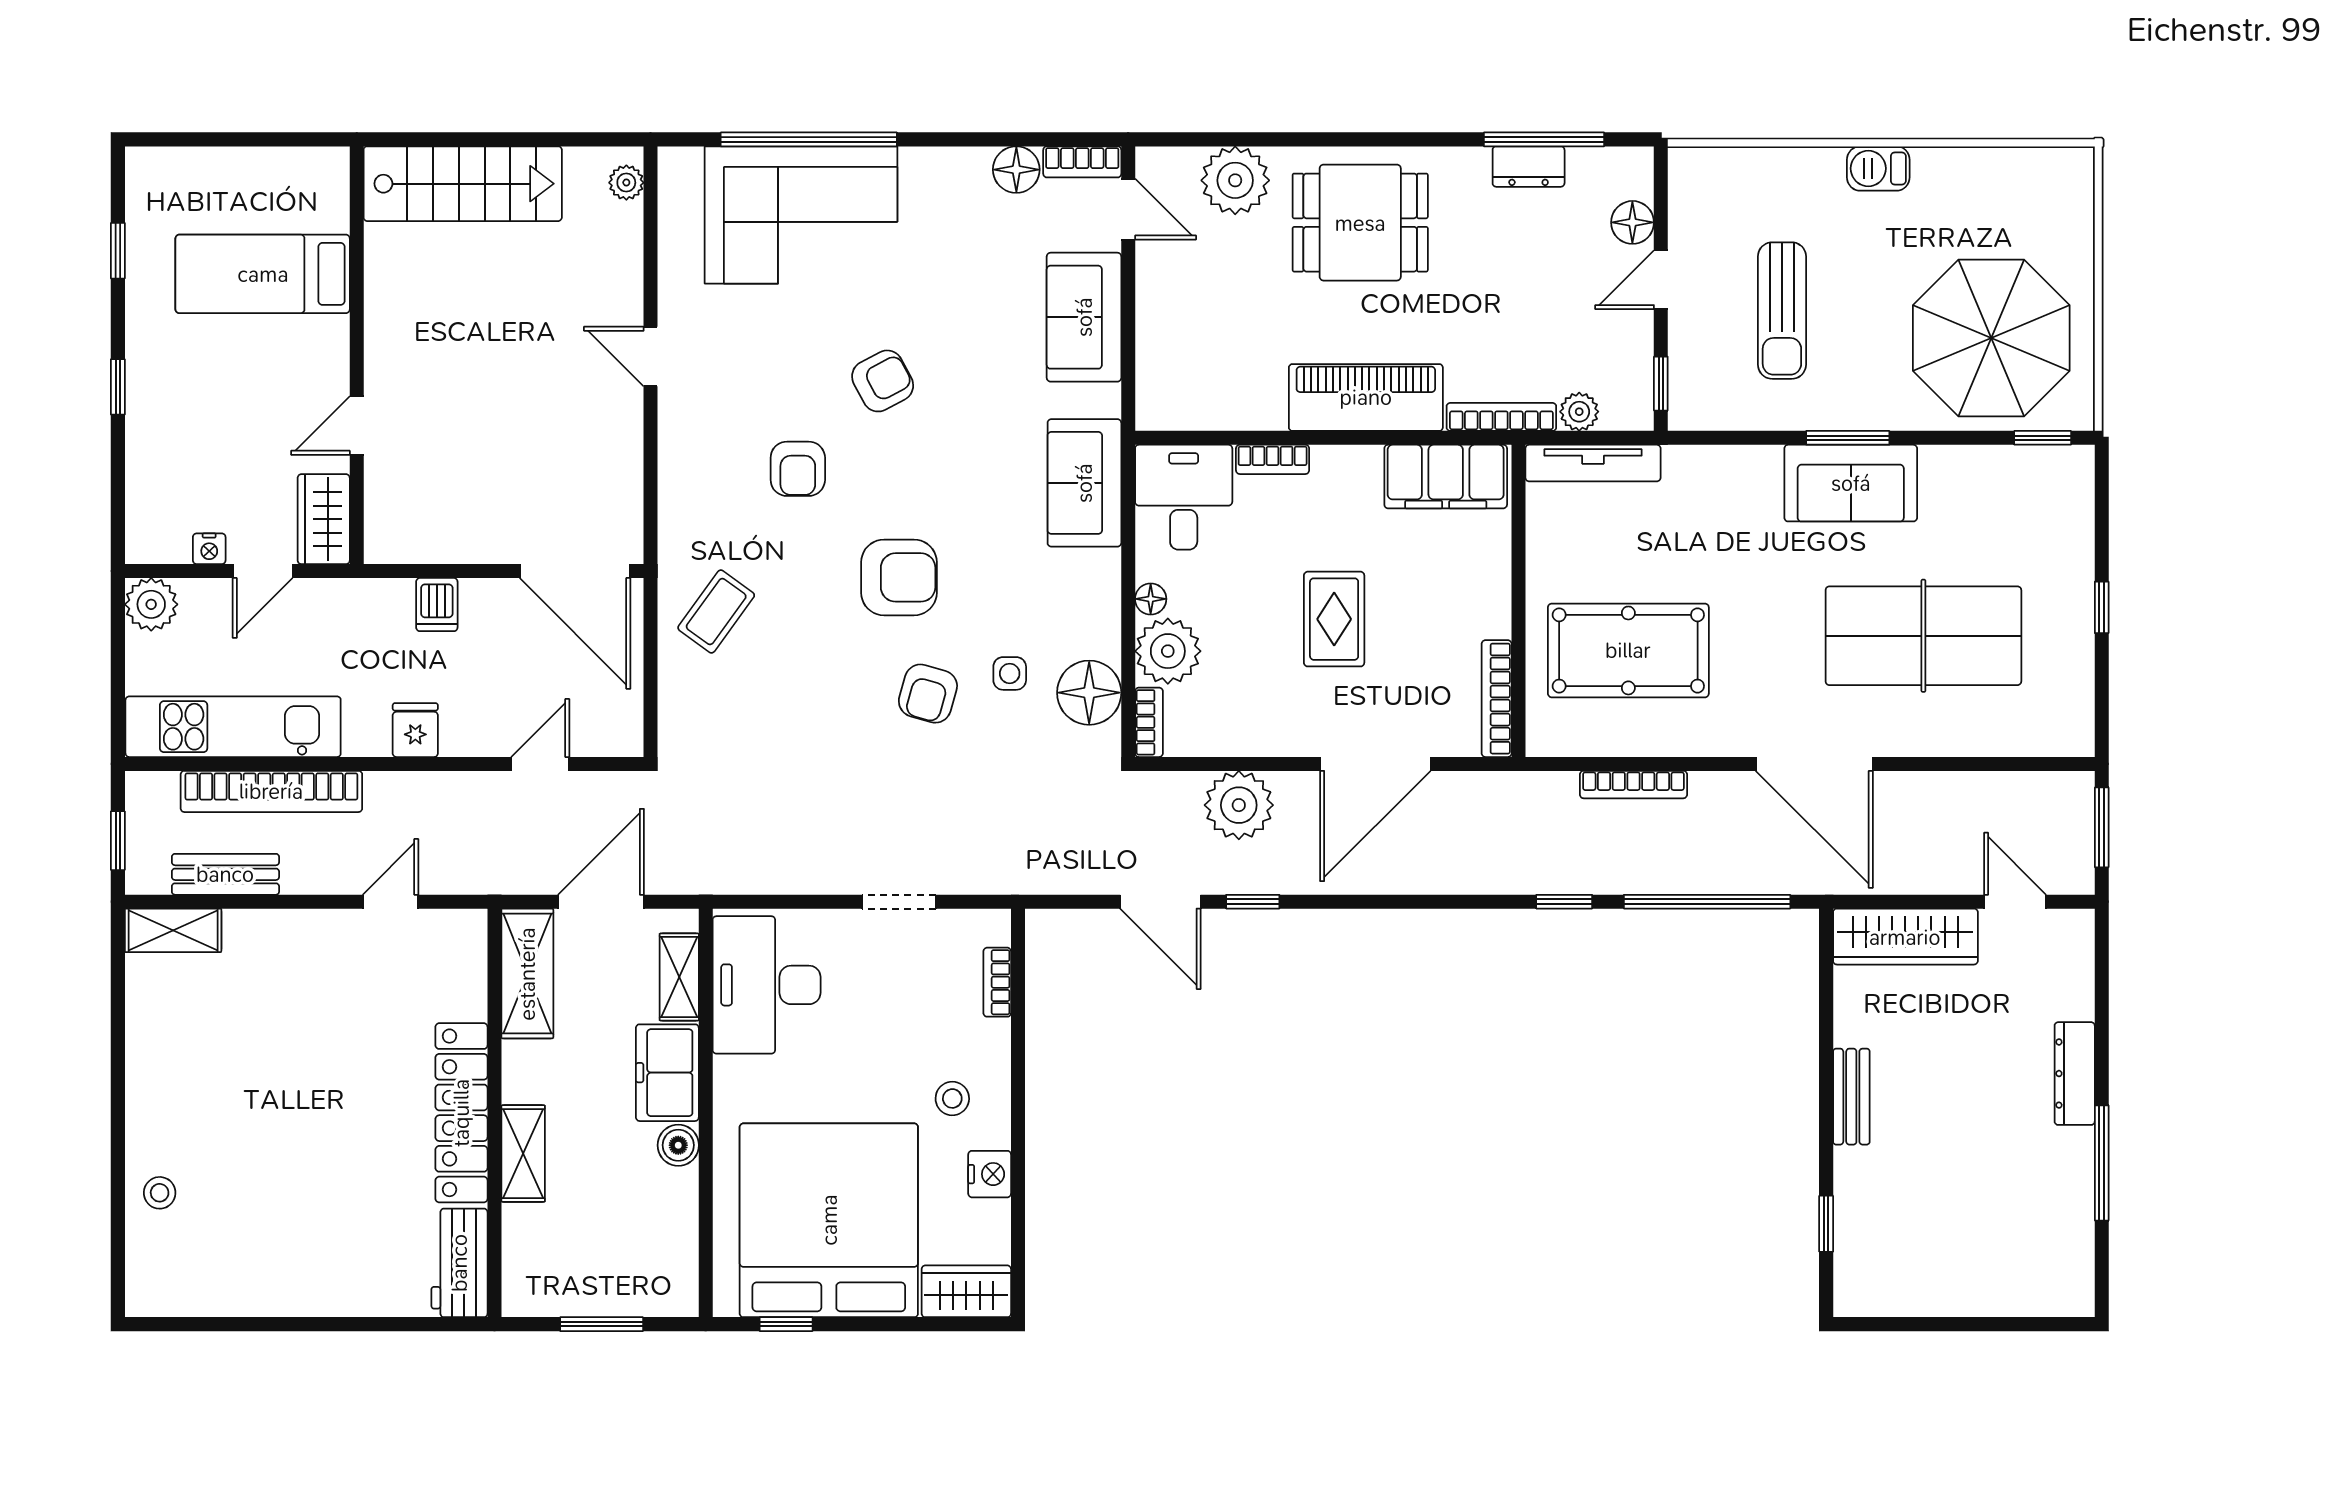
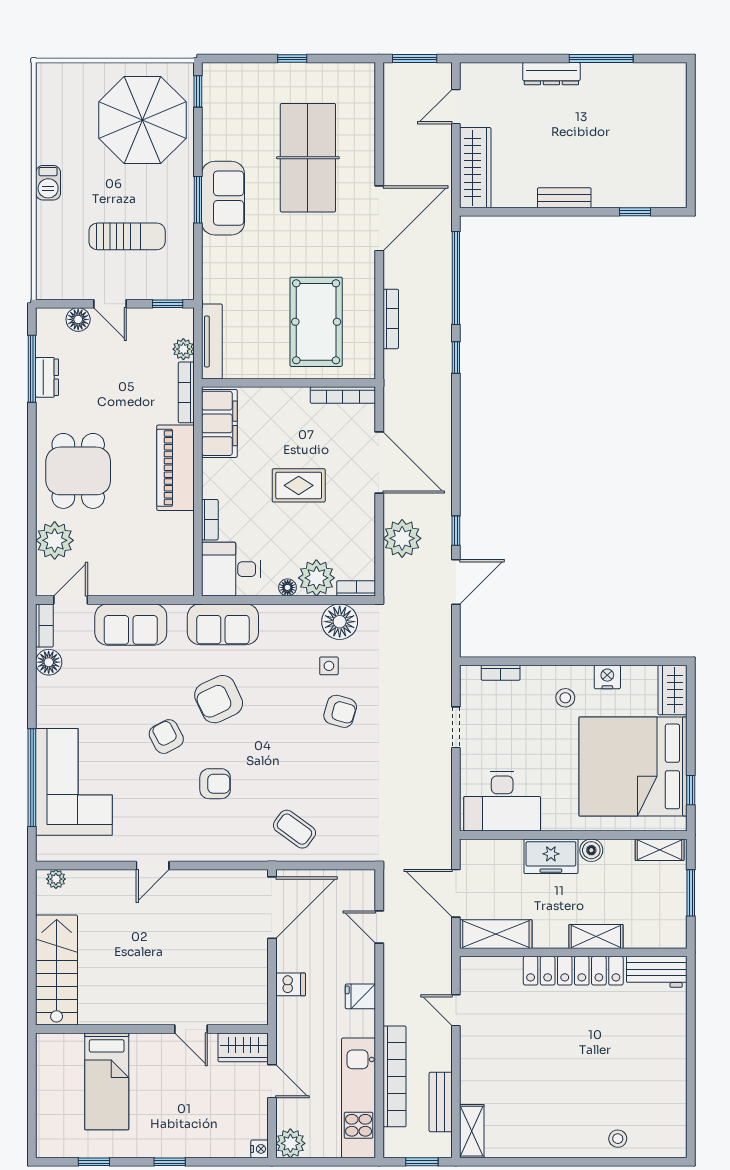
nightstand: (209, 549) -> (260, 1149), moved
armchair: (899, 577) -> (219, 699), moved, turned -115
shelving: (679, 977) -> (660, 850), moved

